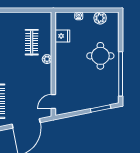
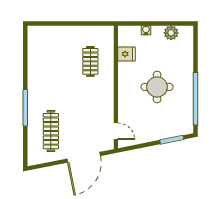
round table: (100, 56) -> (157, 87), moved
plant: (47, 59) -> (108, 81), removed
door: (53, 101) -> (116, 131), swing flipped

